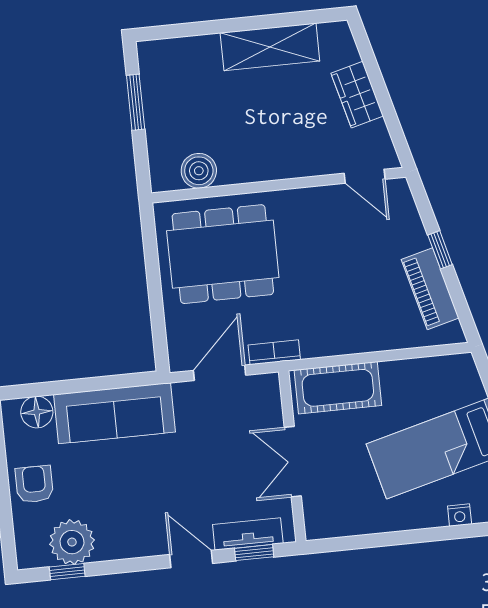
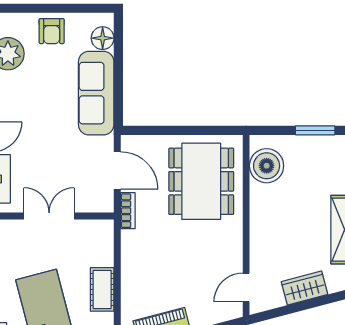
boiler: (199, 171) -> (267, 166), width x1.37, depth x1.37
cot: (338, 388) -> (102, 289), moved, width x0.73, depth x0.75
armchair: (34, 484) -> (52, 31), turned 90

